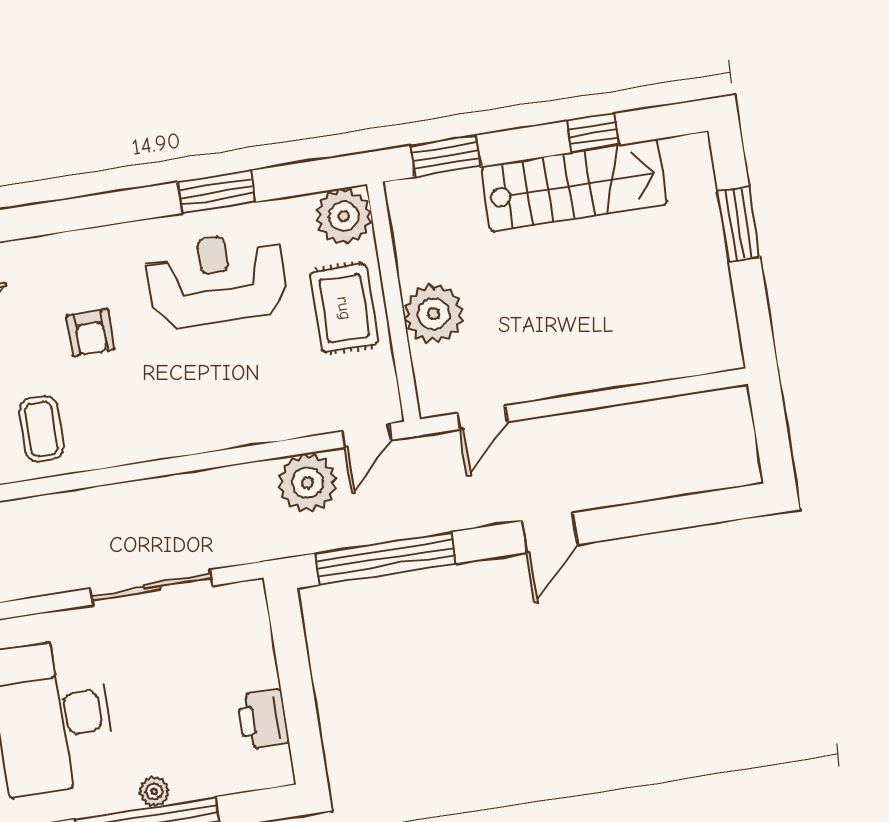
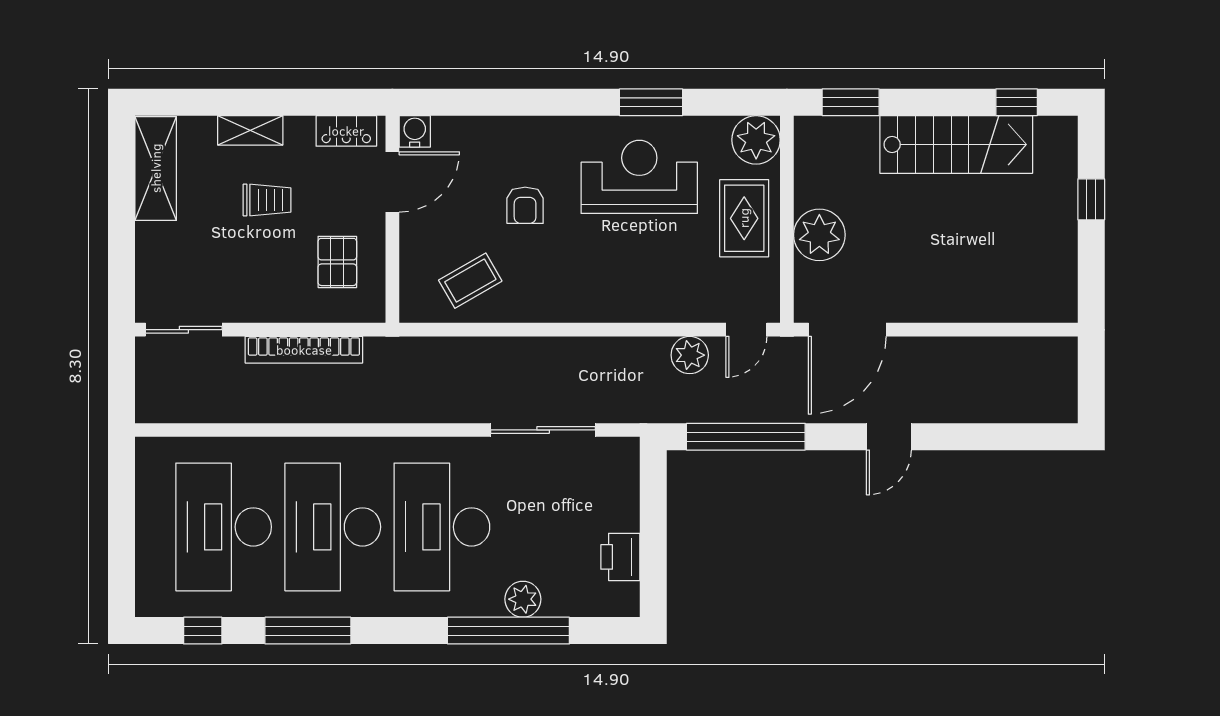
window: (593, 133) -> (1017, 102), moved
window: (739, 224) -> (1091, 199), width x0.67
door: (482, 418) -> (847, 330), width x1.88
coffee table: (41, 429) -> (470, 281), turned 60
plant: (308, 483) -> (690, 355), width x0.73, depth x0.73
plant: (154, 791) -> (523, 599), width x1.38, depth x1.38

